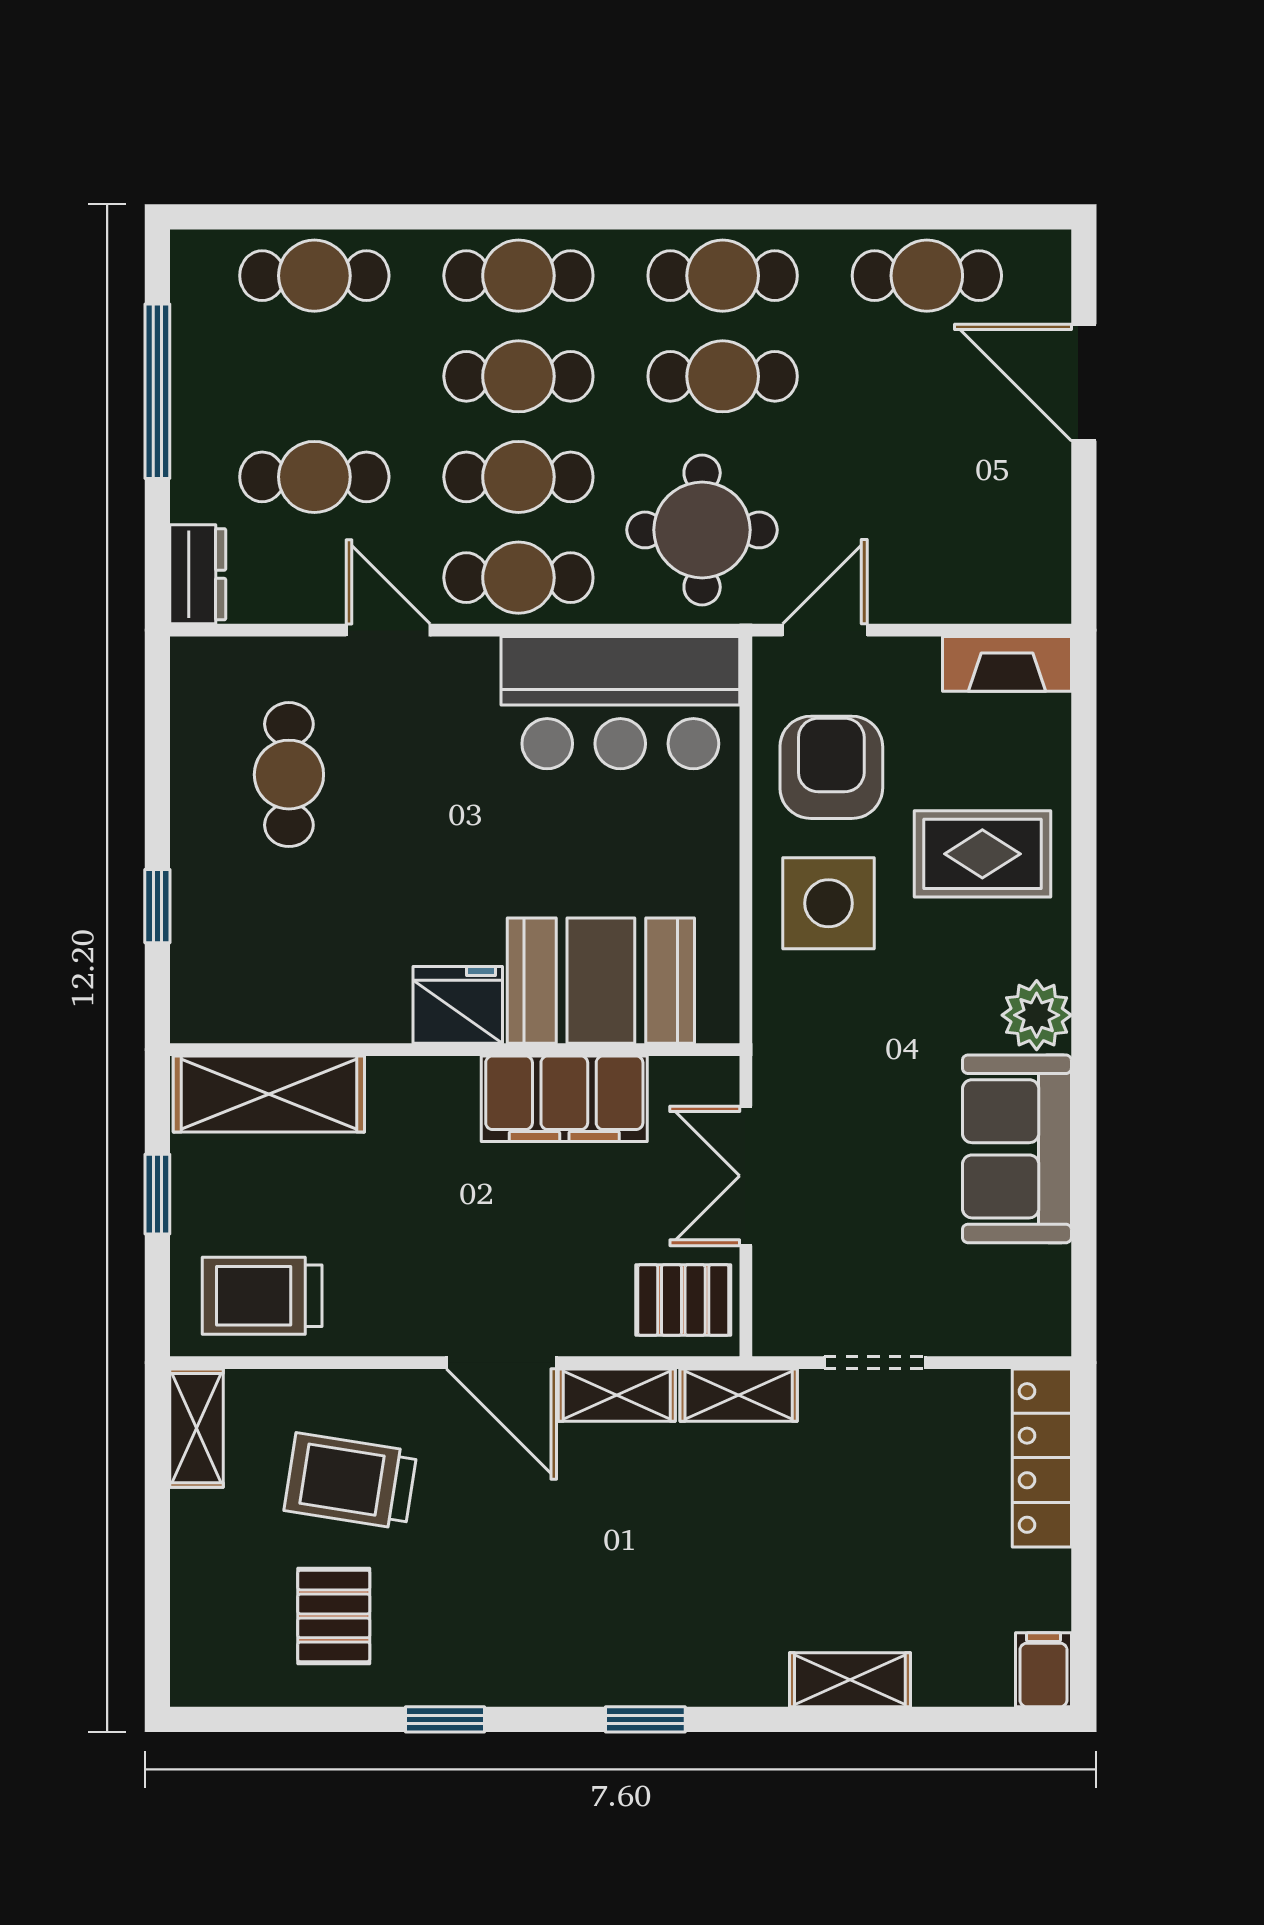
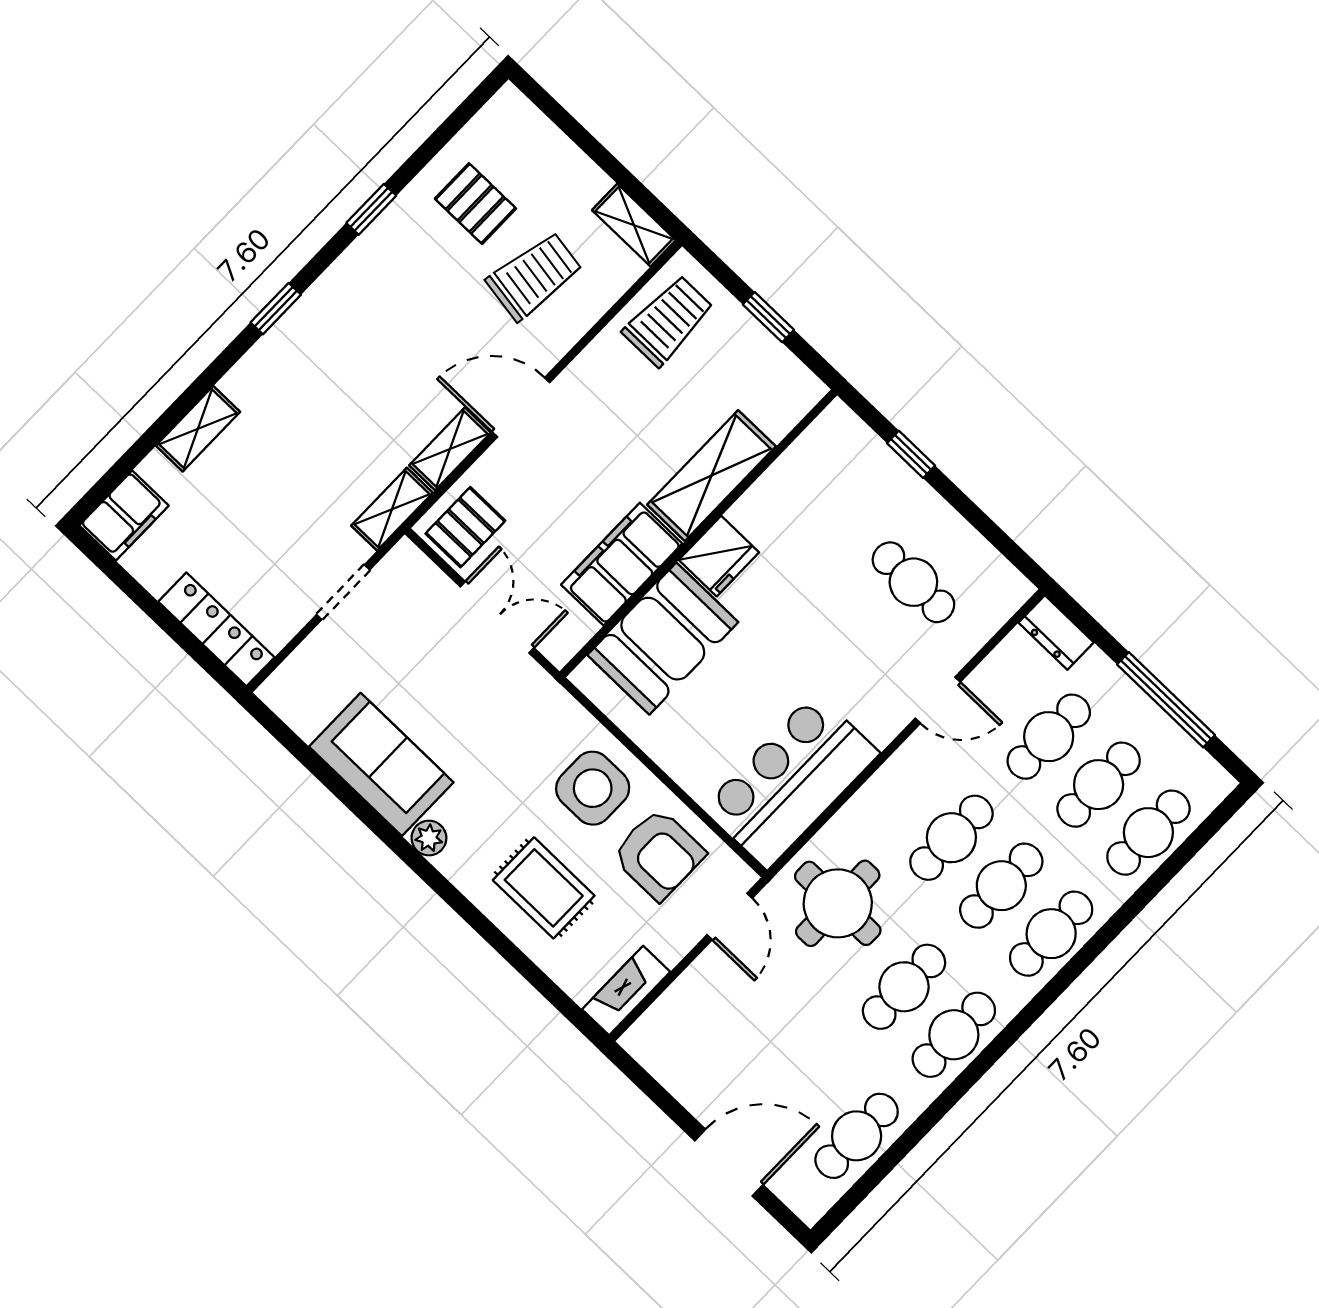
cafe table: (518, 578) -> (1099, 785), moved
rug: (982, 854) -> (544, 888), turned 90
plant: (1037, 1015) -> (429, 838), width x0.73, depth x0.73
shelving: (269, 1094) -> (711, 476), moved
filing cabinet: (1043, 1670) -> (124, 516), width x2.00

